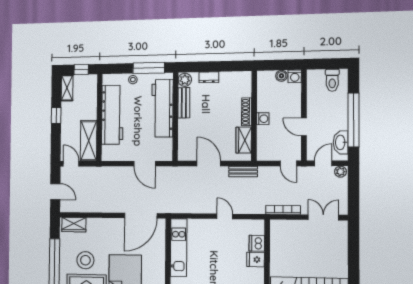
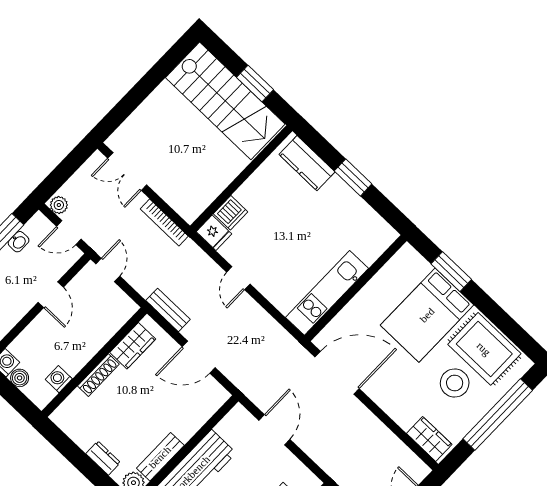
washing machine: (263, 119) -> (59, 379), moved
washbasin: (341, 142) -> (19, 242), width x0.52, depth x0.69
door: (209, 164) -> (199, 357), hinge flipped
fridge: (256, 260) -> (214, 233), moved

